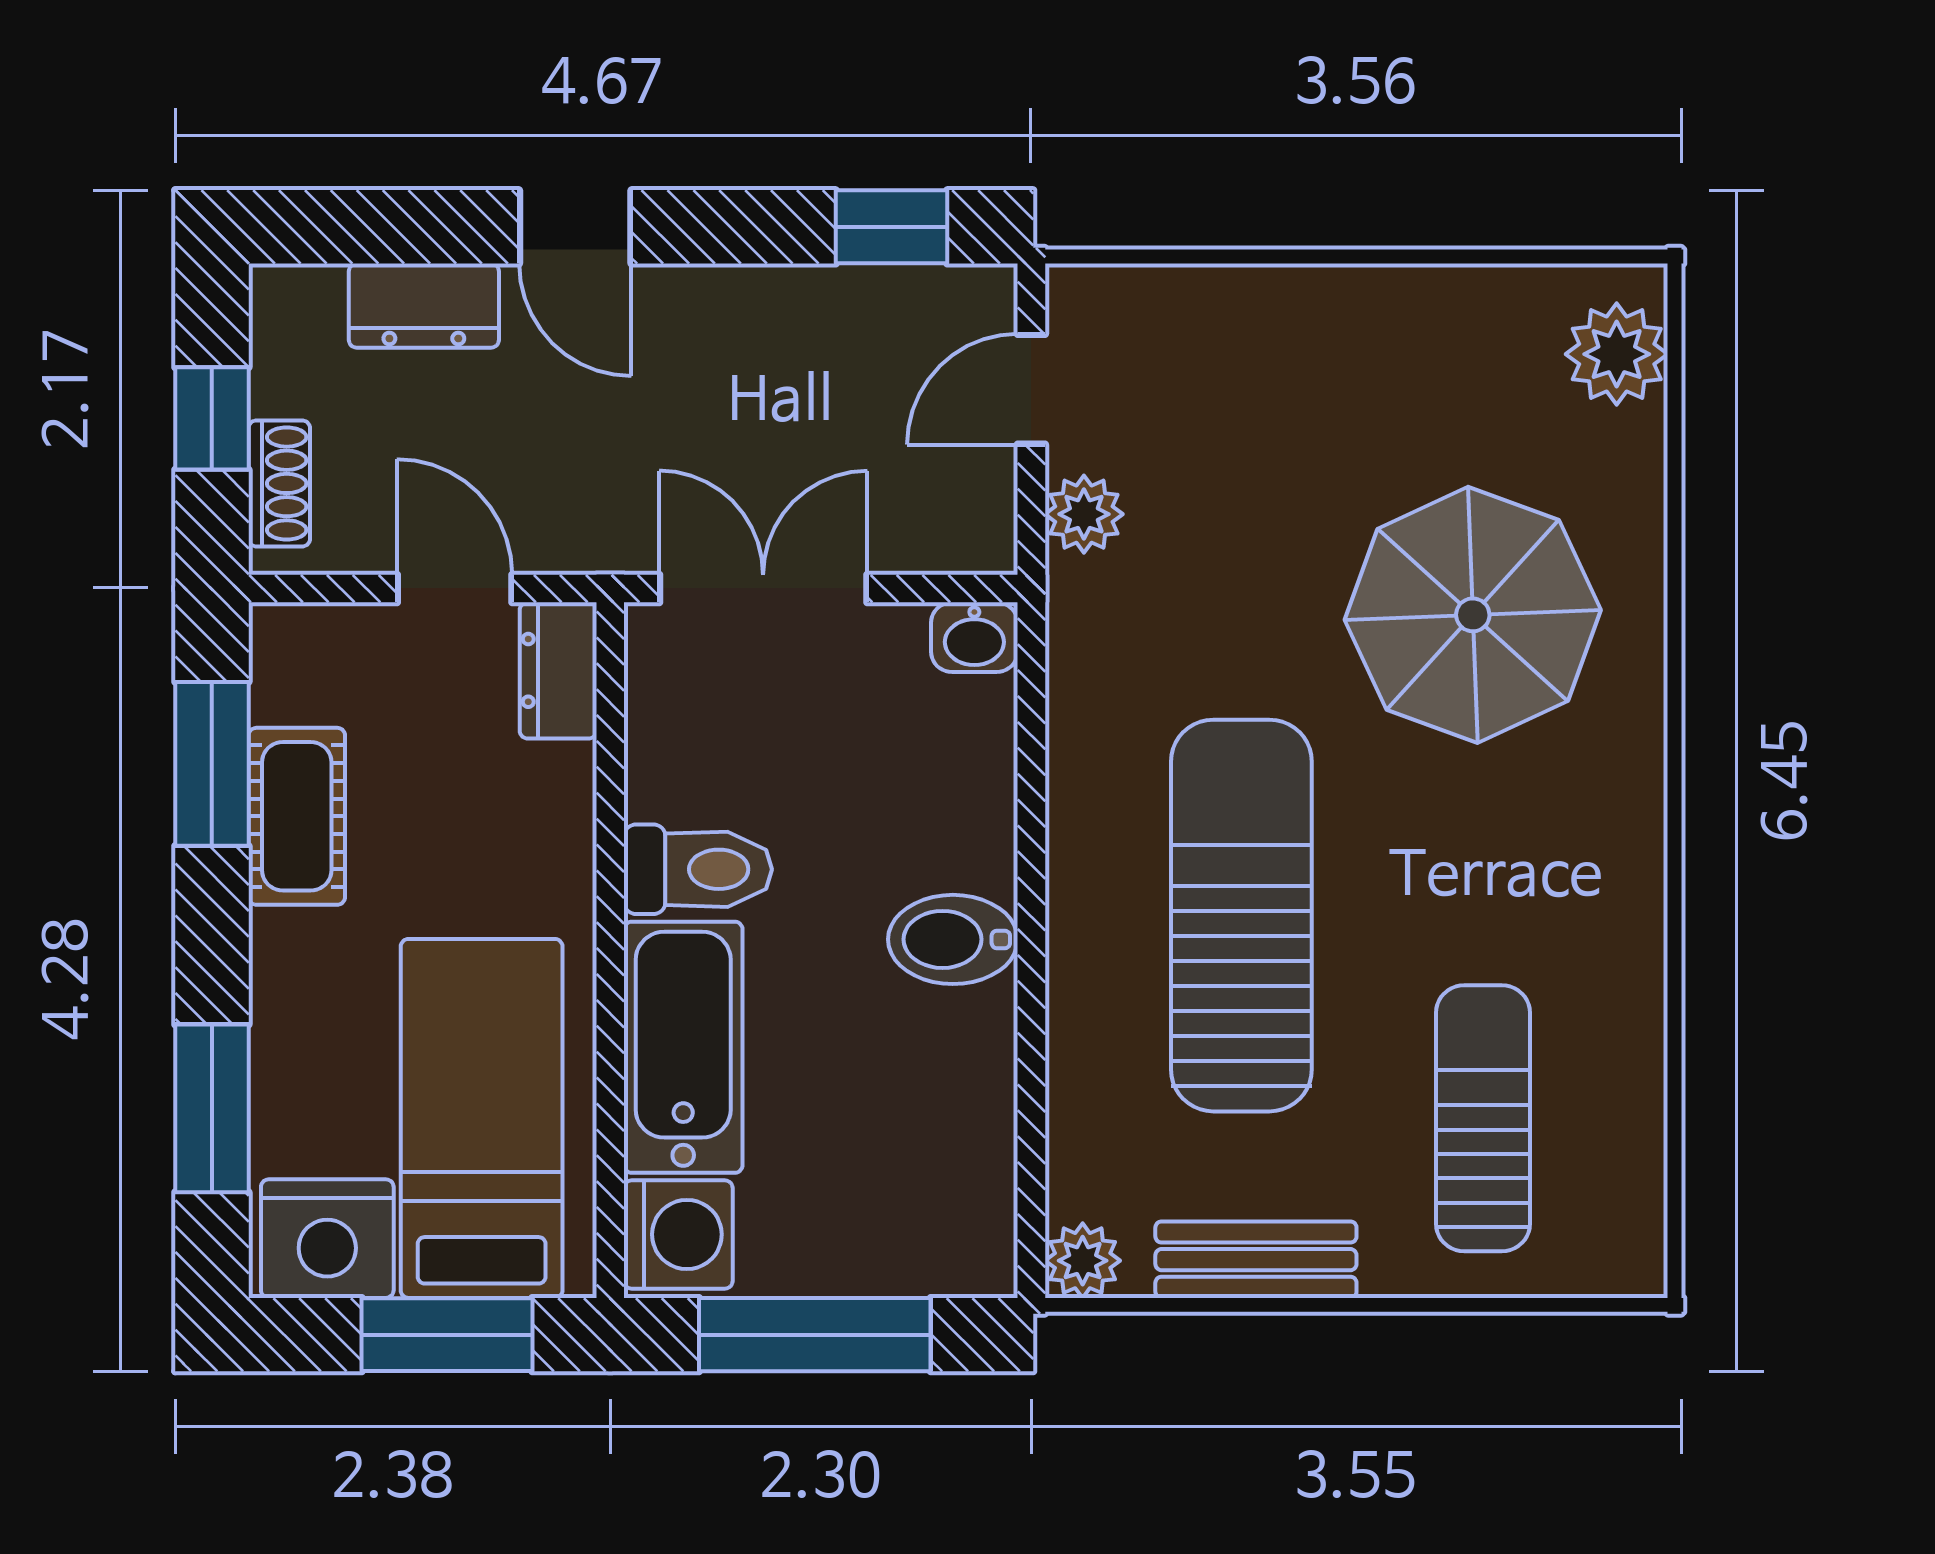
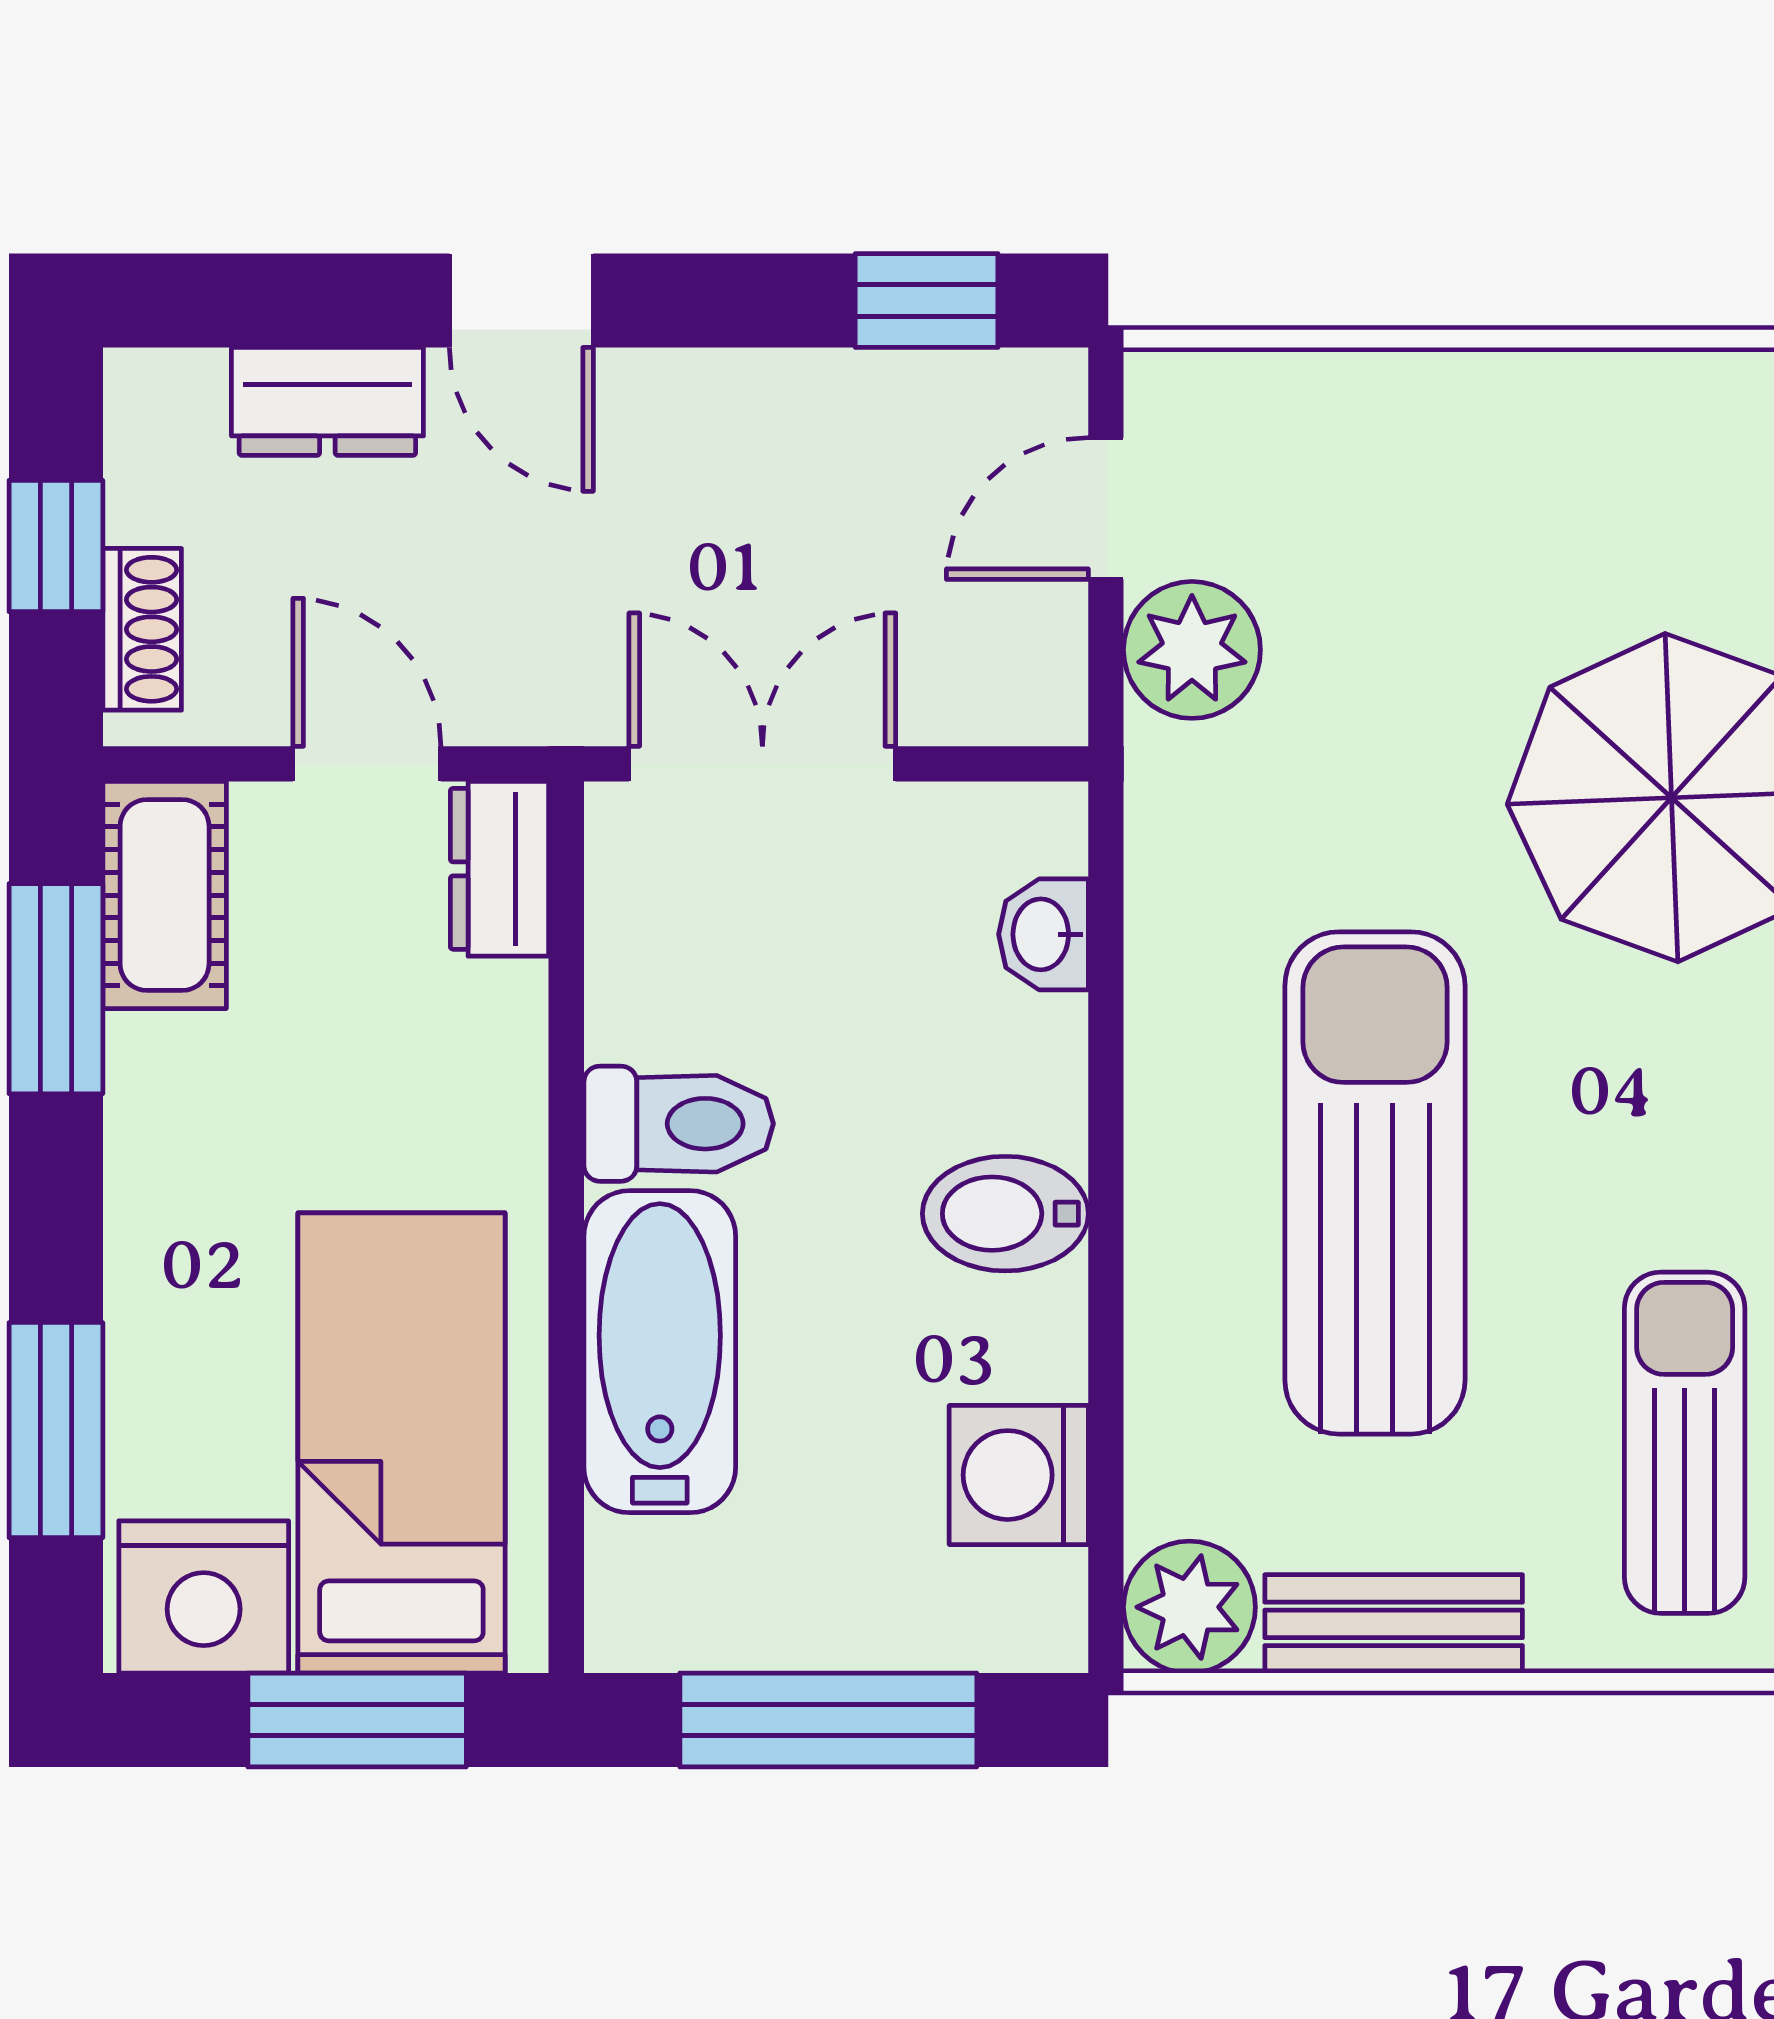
plant: (1084, 514) -> (1192, 650), width x1.38, depth x1.38
washbasin: (974, 637) -> (1043, 934), moved, turned 90
cot: (297, 816) -> (165, 895), moved
washing machine: (678, 1234) -> (1019, 1475), moved, turned 180
plant: (1083, 1261) -> (1189, 1607), width x1.38, depth x1.38

